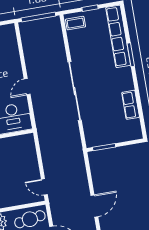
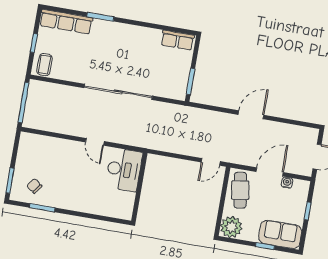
row of seats: (118, 36) -> (66, 22), width x0.73
row of seats: (131, 105) -> (177, 40), moved
door: (94, 206) -> (251, 115), hinge flipped

